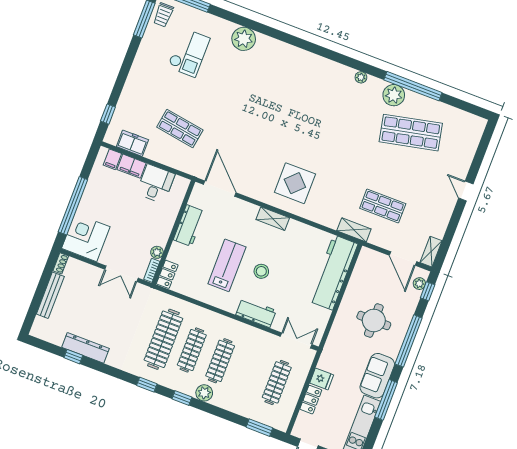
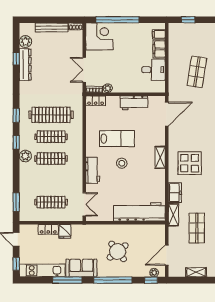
freezer: (132, 143) -> (175, 193), moved
shelving: (431, 252) -> (196, 272), moved
round table: (374, 320) -> (118, 251), turned -38
plant: (56, 336) -> (25, 42), added

